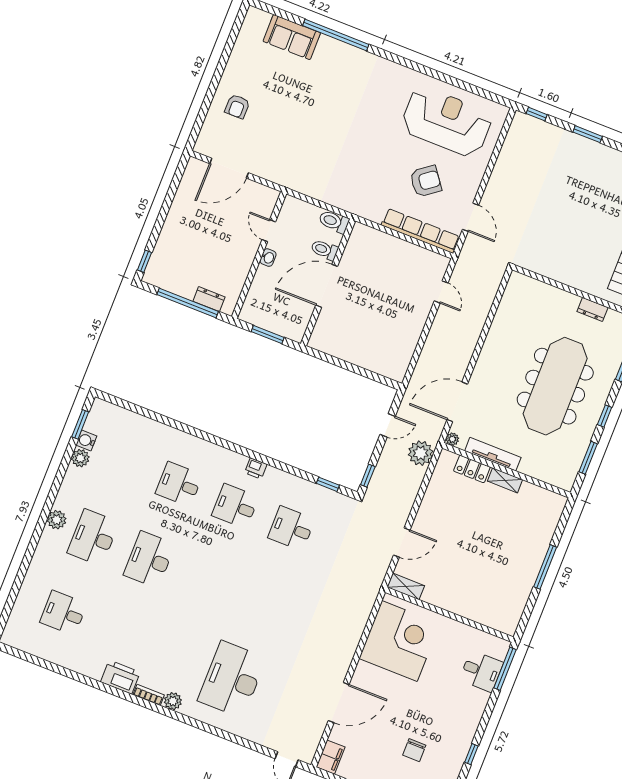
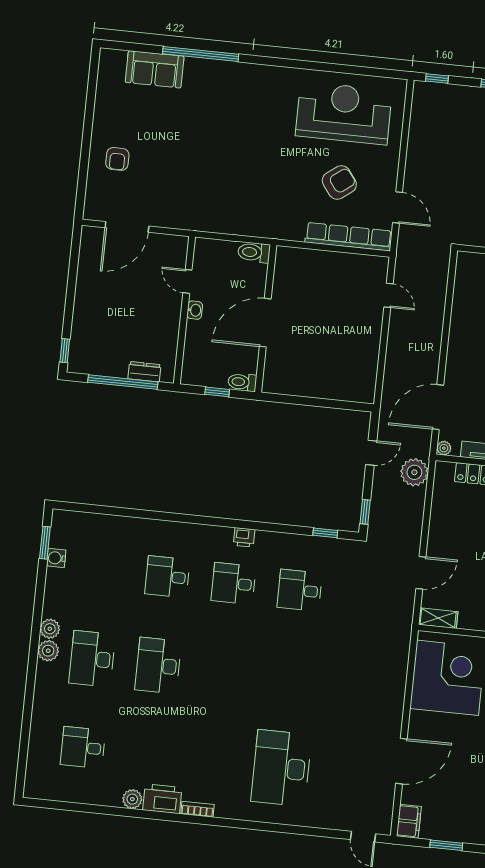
toilet: (324, 250) -> (242, 382), moved
window: (268, 335) -> (217, 392), width x0.67
plant: (80, 458) -> (50, 629), moved
plant: (173, 701) -> (132, 799), moved

